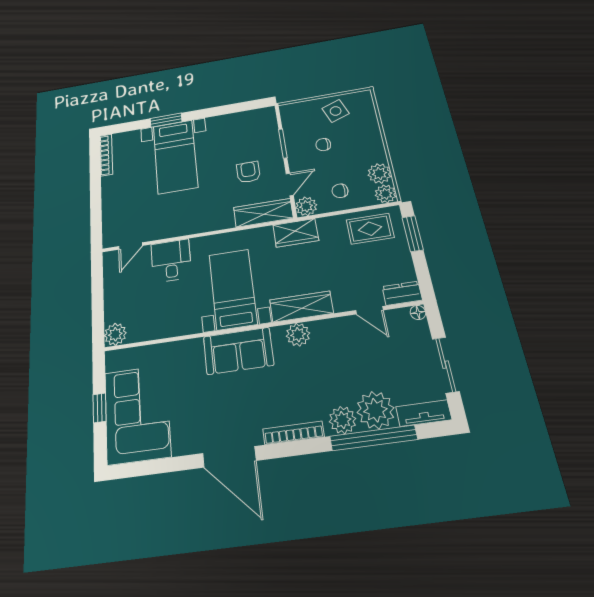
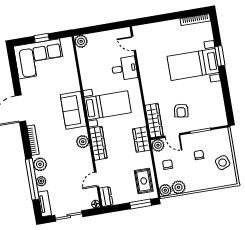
armchair: (248, 172) -> (181, 111), turned 98
plant: (375, 410) -> (41, 181), width x0.53, depth x0.53

